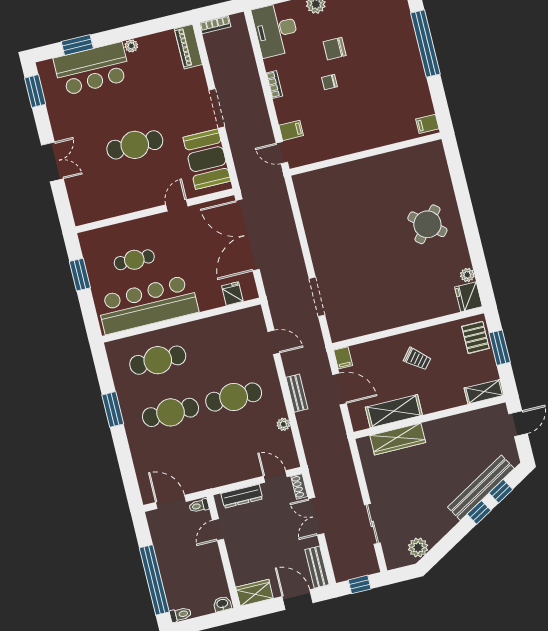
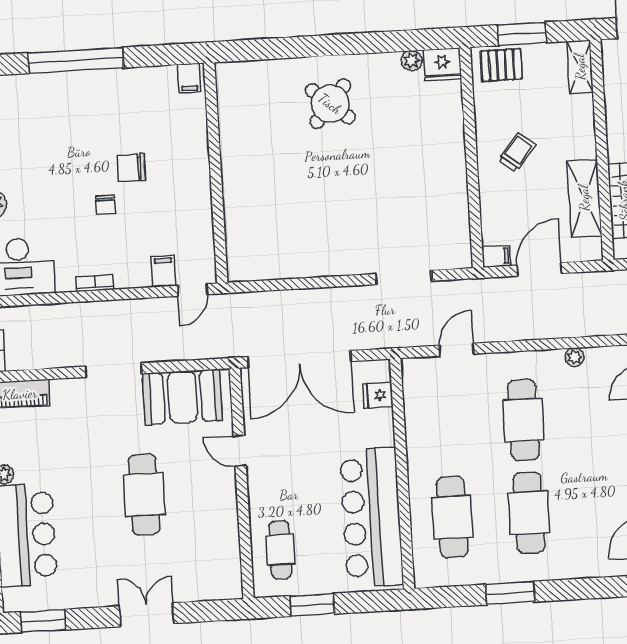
chair: (335, 49) -> (131, 168), moved, turned 90
cafe table: (134, 260) -> (280, 550), moved
bench: (297, 393) -> (534, 330), removed

